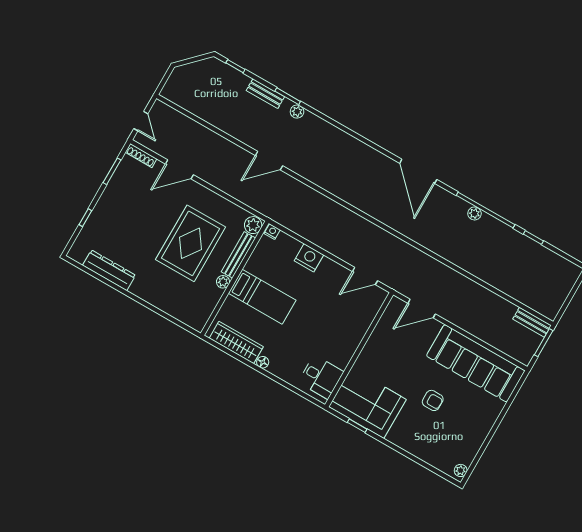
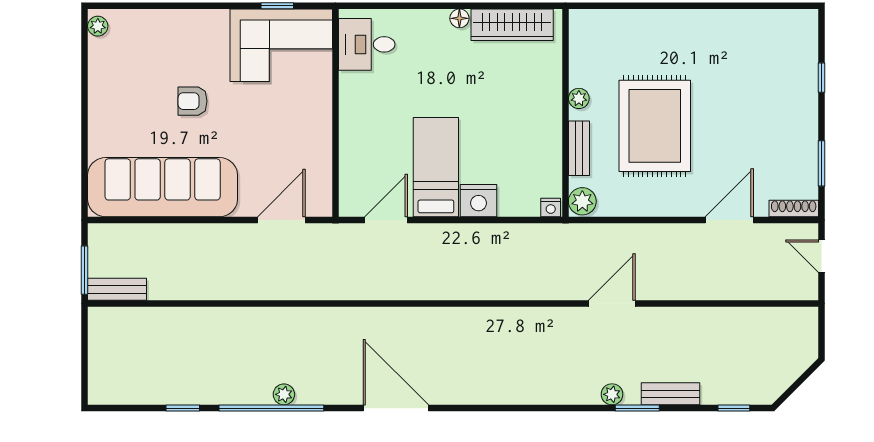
bench: (238, 255) -> (579, 148), width x0.73
dresser: (109, 270) -> (746, 23), removed
bed: (262, 297) -> (436, 167), moved, turned 90

